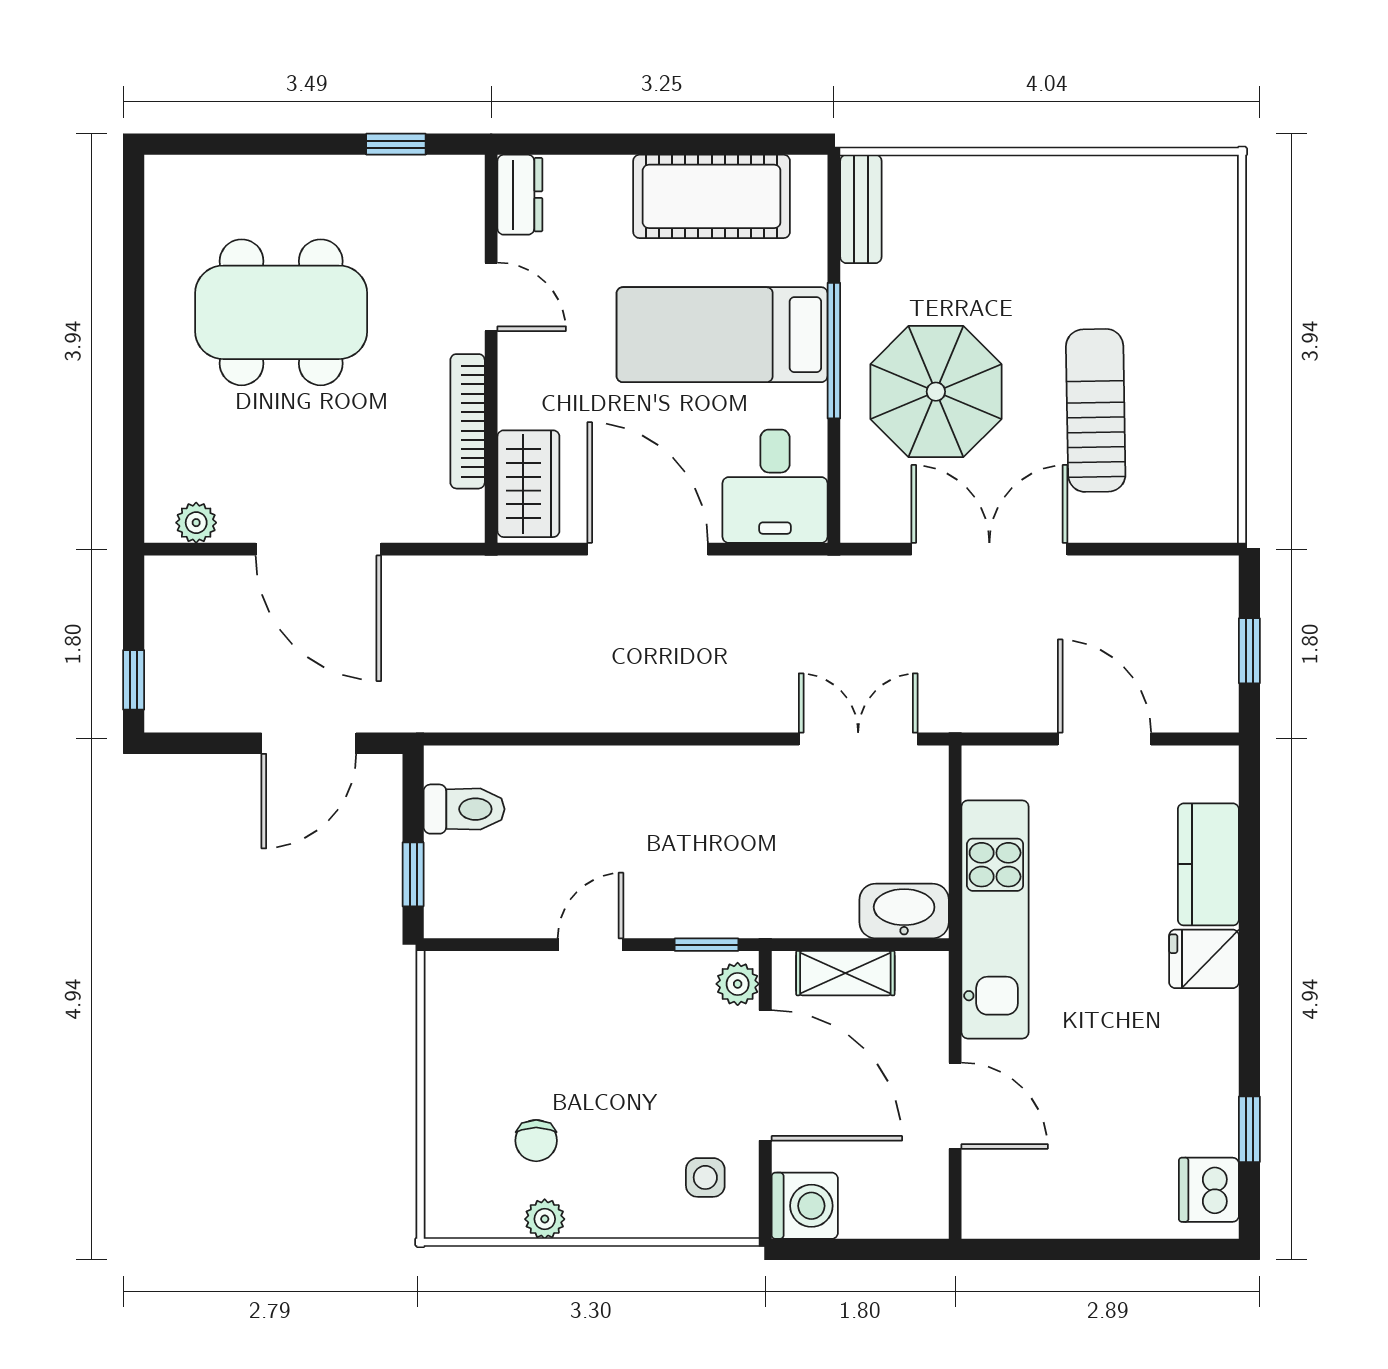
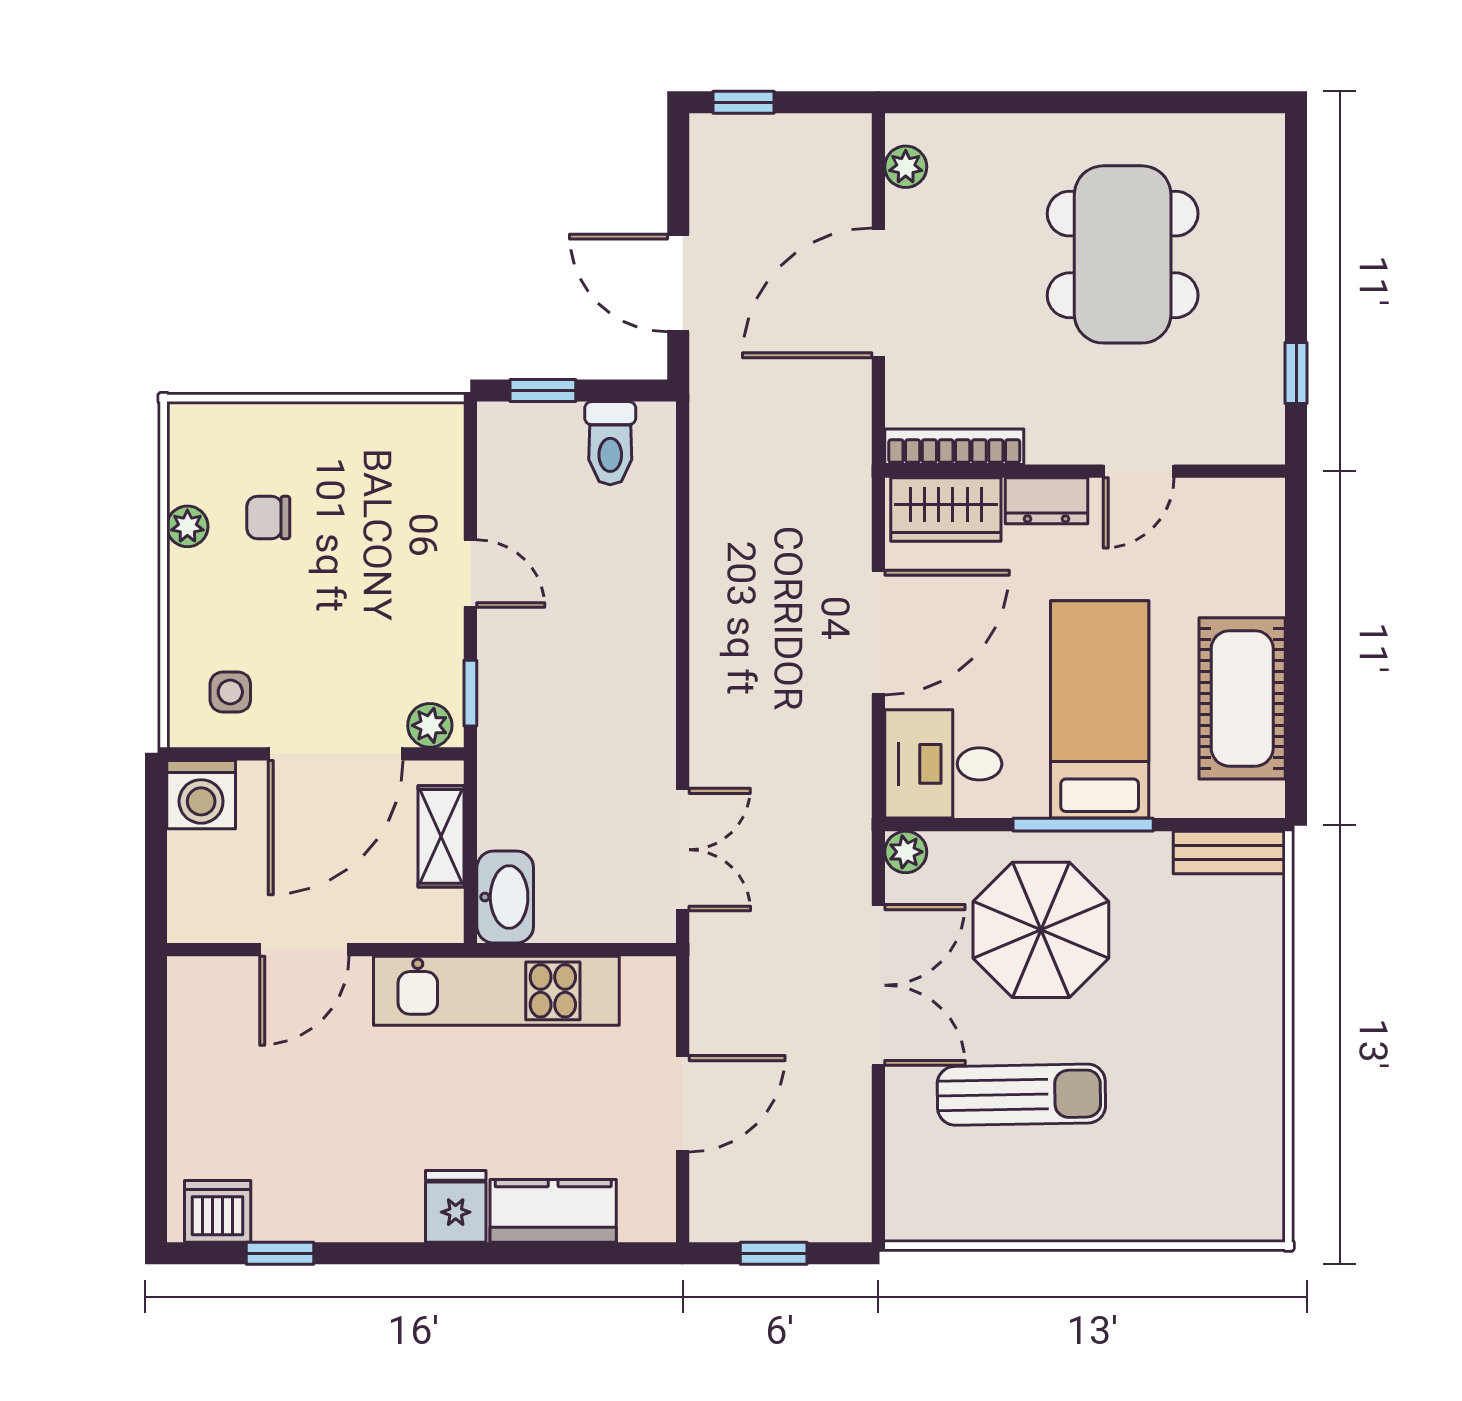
dresser: (520, 195) -> (1046, 501), moved
bookcase: (468, 421) -> (954, 447), moved
plant: (860, 523) -> (906, 852), added

